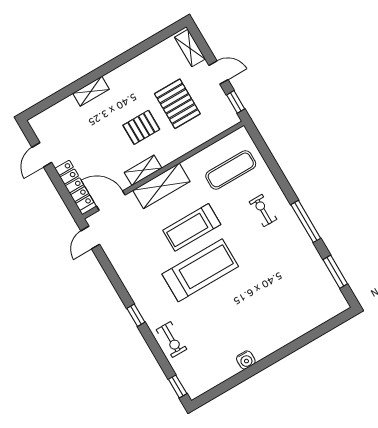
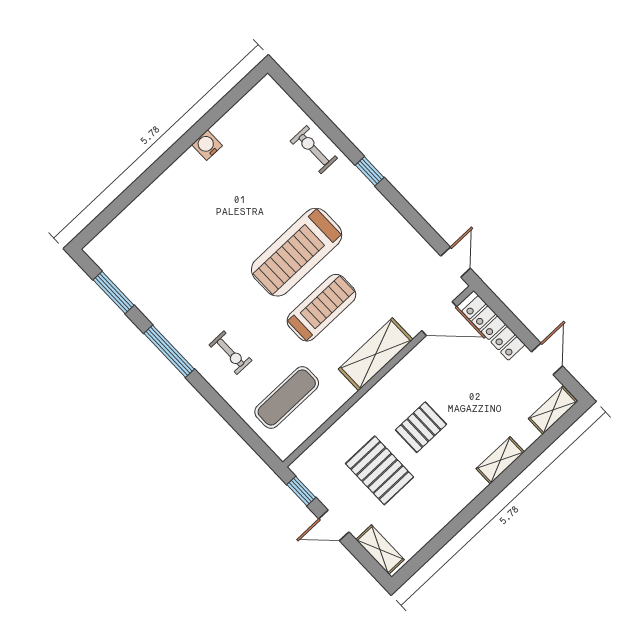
shelving: (143, 170) -> (553, 410), moved
window: (178, 386) -> (291, 88), removed

